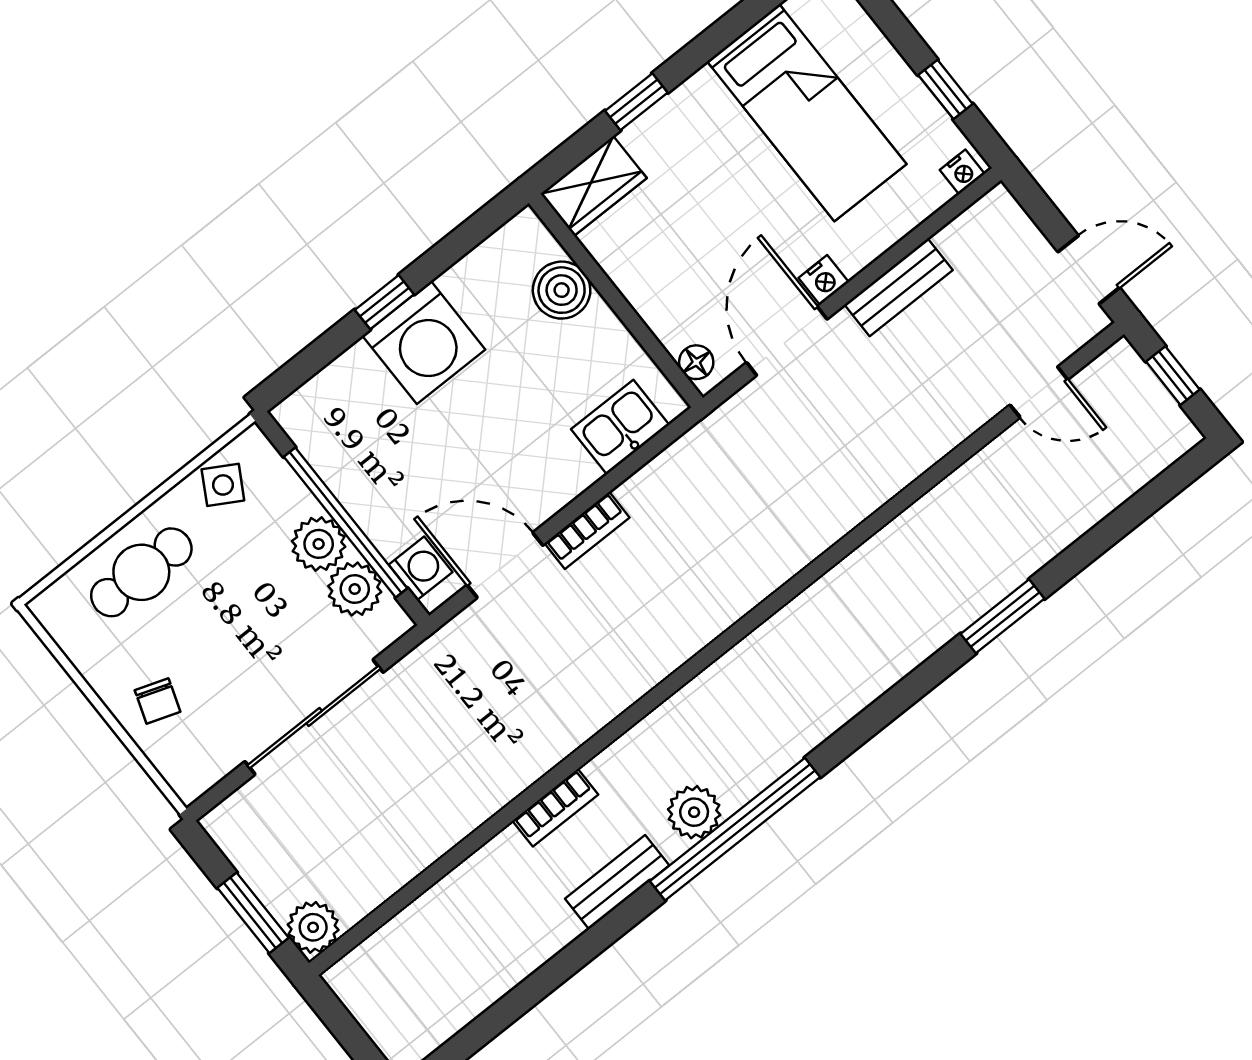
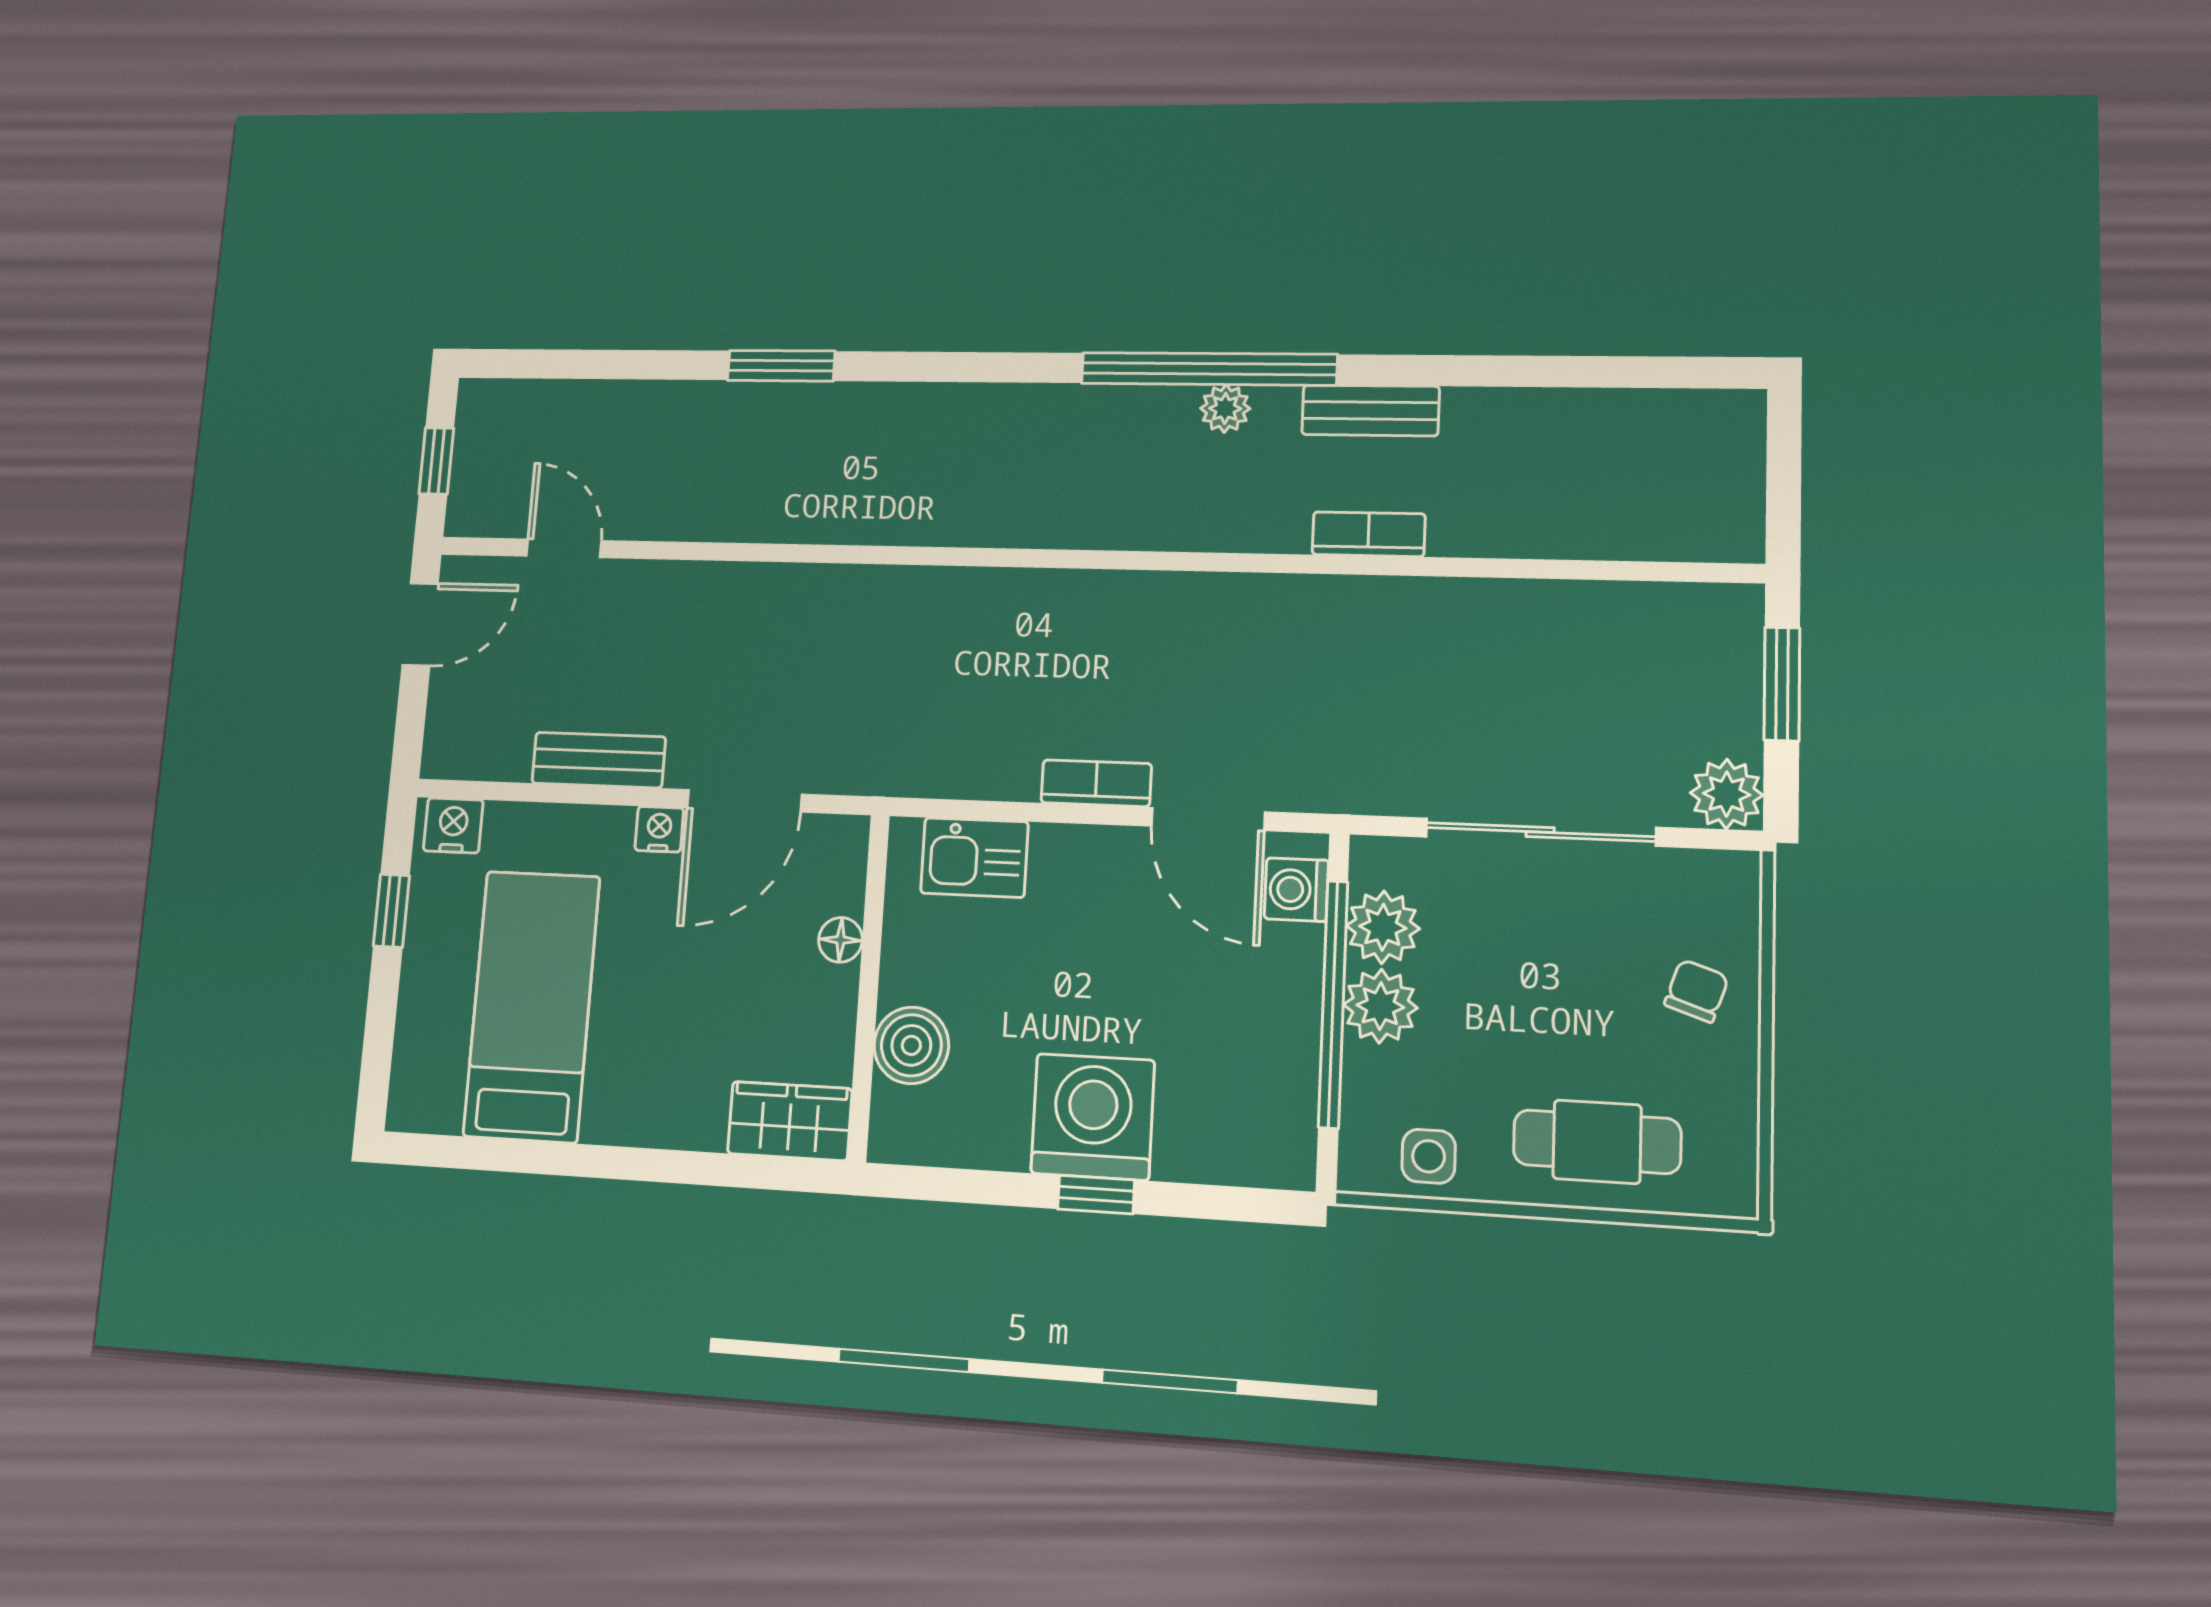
window: (636, 102) -> (676, 1167), removed
nightstand: (962, 172) -> (453, 825), width x1.39, depth x1.35
door: (1089, 270) -> (420, 624), swing flipped
floor lamp: (696, 362) -> (840, 940), moved
side table: (223, 485) -> (1429, 1156), turned -30
plant: (694, 812) -> (1225, 408), width x0.73, depth x0.73
plant: (313, 927) -> (1727, 794), moved

